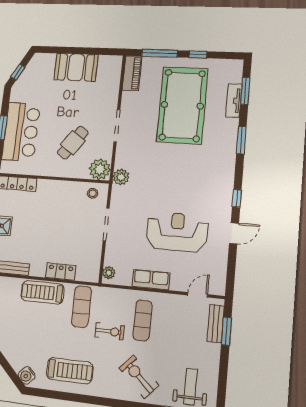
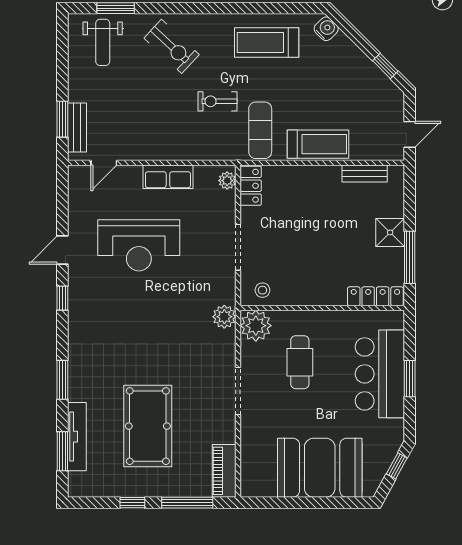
booth: (76, 67) -> (320, 468), width x1.36, depth x1.42
tv unit: (234, 100) -> (77, 437), width x1.41
pool table: (182, 105) -> (148, 426), width x0.73, depth x0.76
cafe table: (73, 143) -> (300, 362), turned -35
locker: (61, 272) -> (251, 186), moved, turned -90
exercise mat: (143, 320) -> (174, 121), removed

